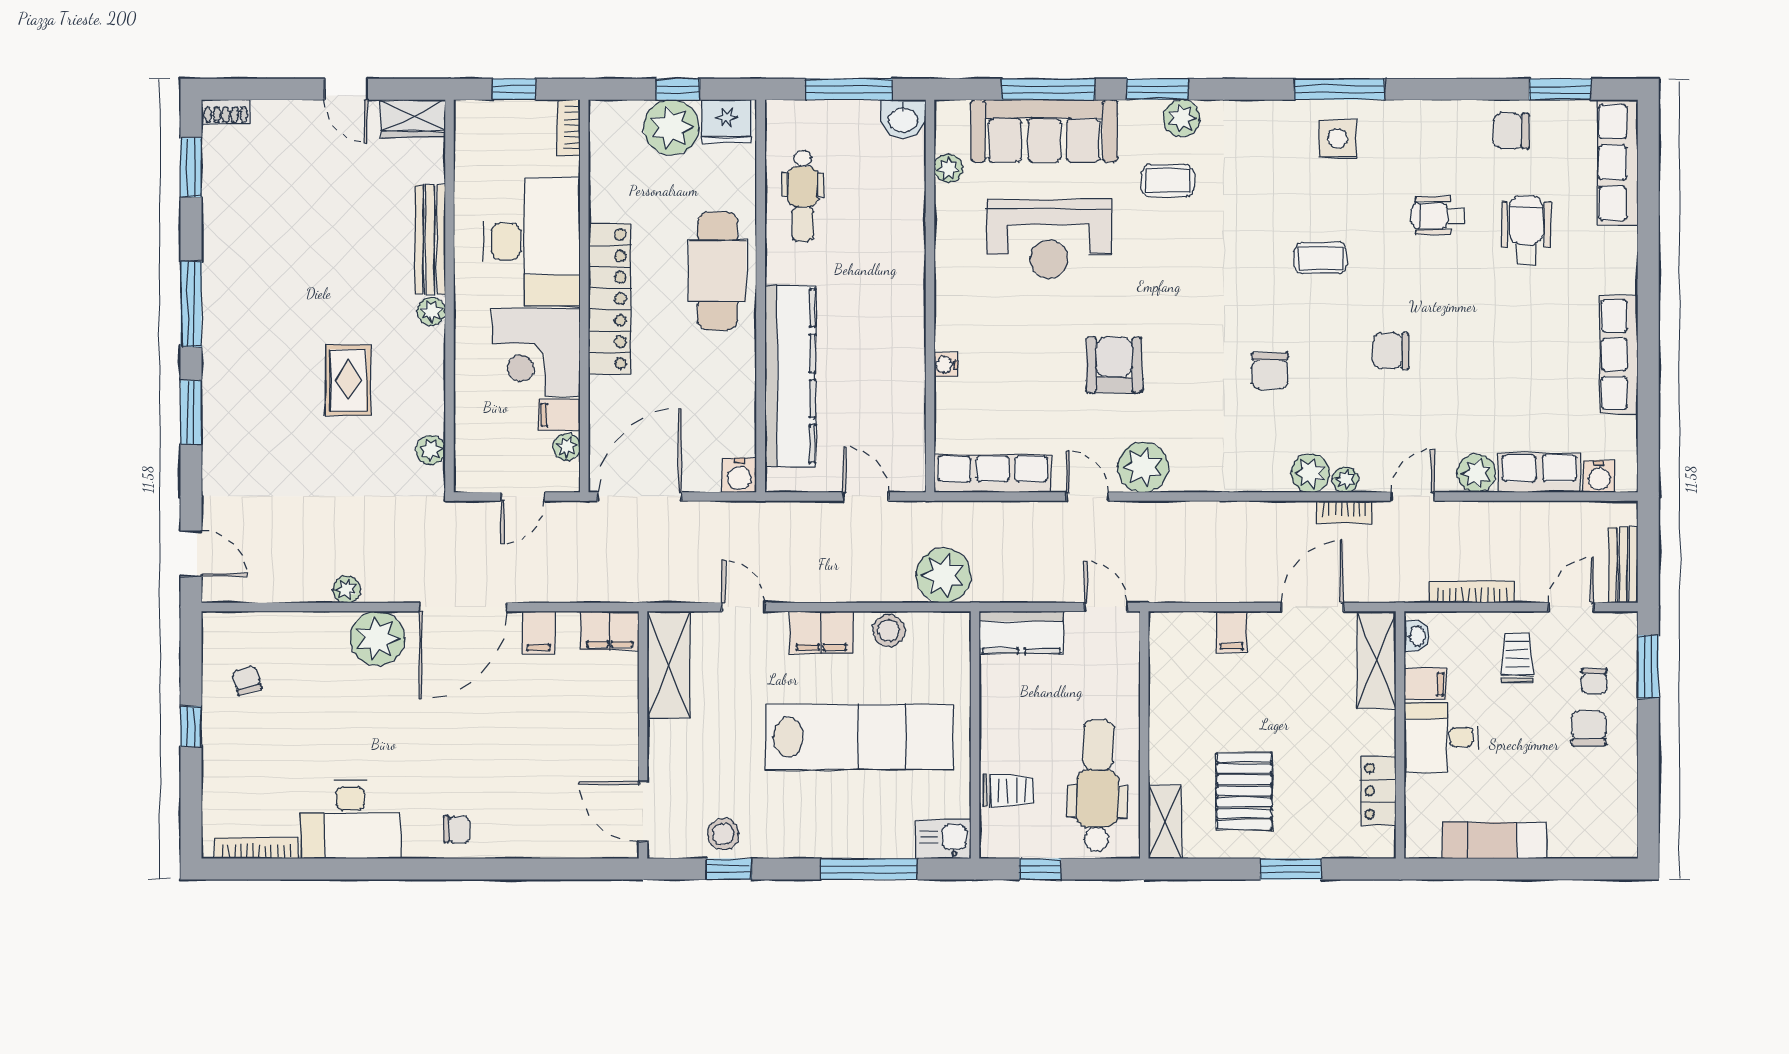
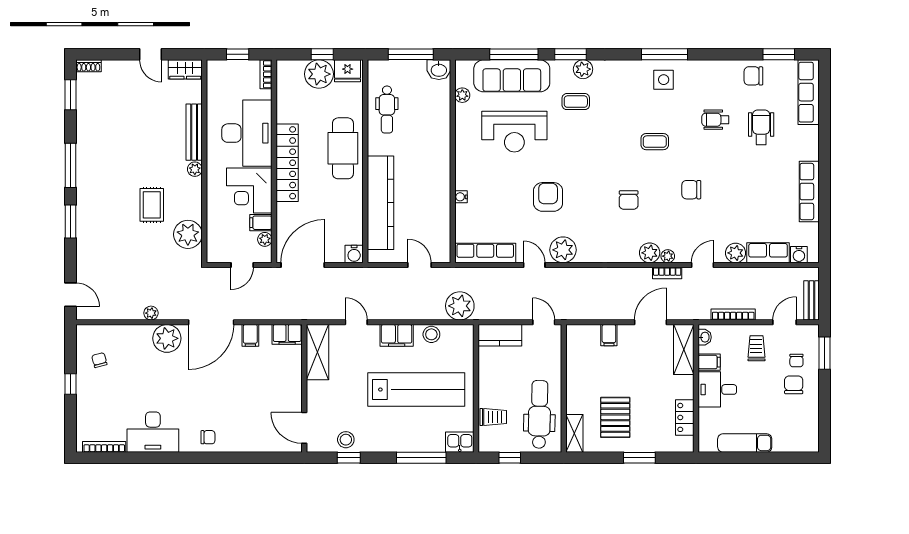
plant: (431, 450) -> (188, 234), width x1.88, depth x1.88

